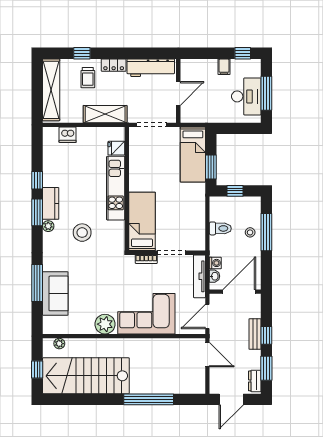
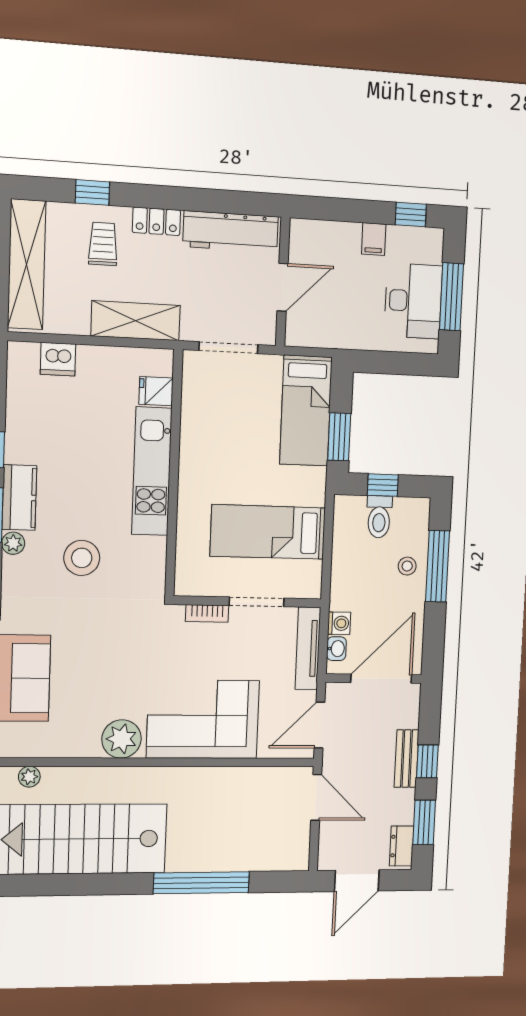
trolley: (88, 78) -> (103, 244), turned 180
bed: (142, 221) -> (268, 532), moved, turned -90
toilet: (220, 228) -> (379, 517), moved, turned 90

